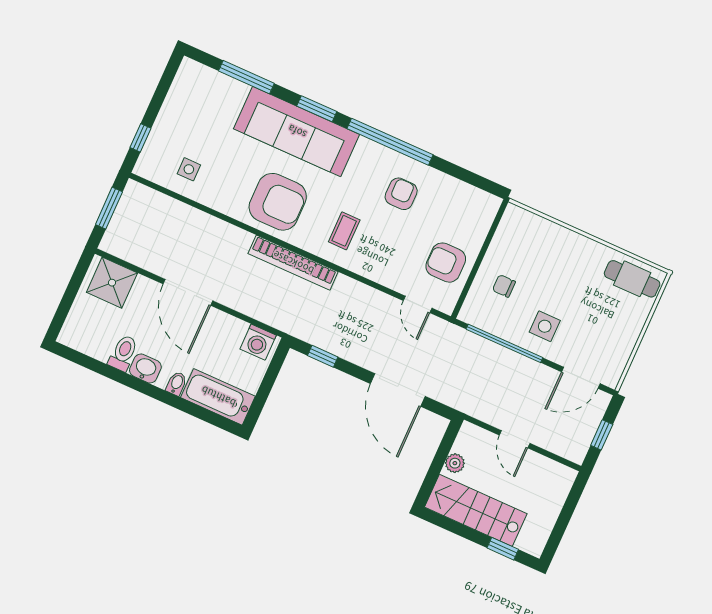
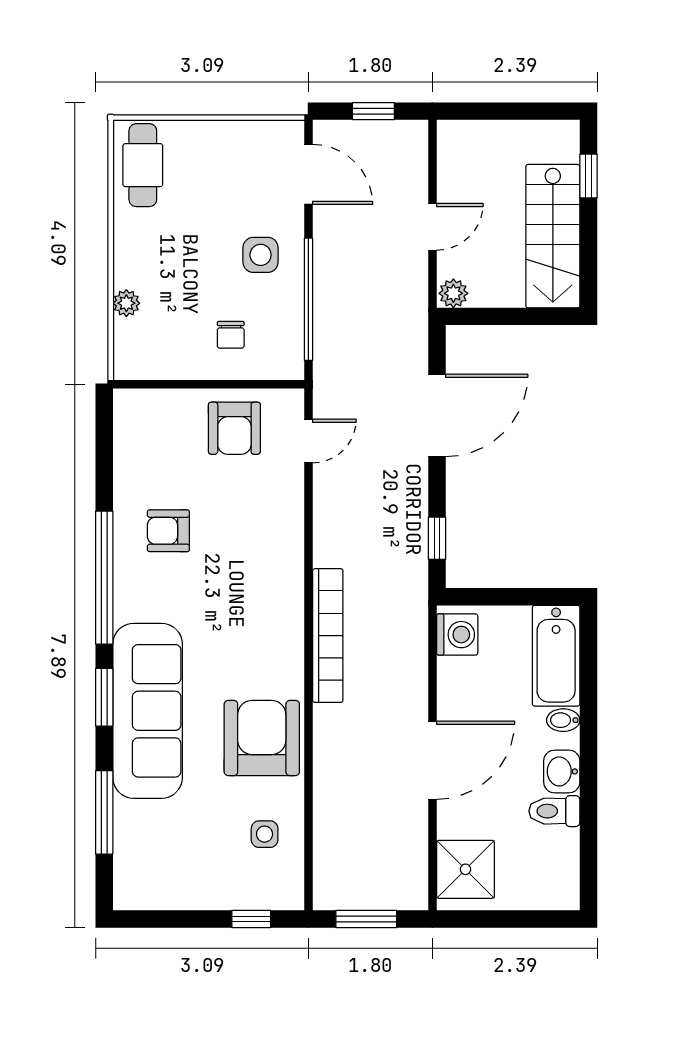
armchair: (278, 202) -> (262, 738), moved
coffee table: (344, 231) -> (253, 585), removed
plant: (552, 231) -> (126, 303), added
plant: (455, 463) -> (453, 293), moved

